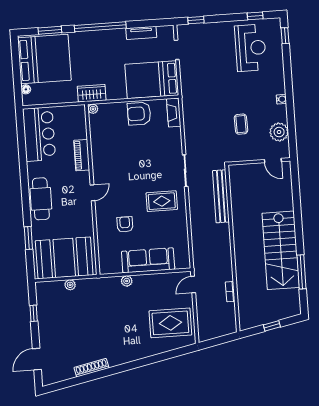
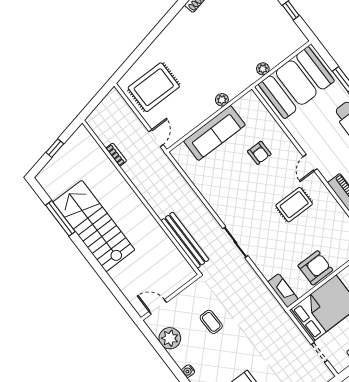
rug: (162, 201) -> (294, 205), moved
plant: (70, 285) -> (263, 69), moved

